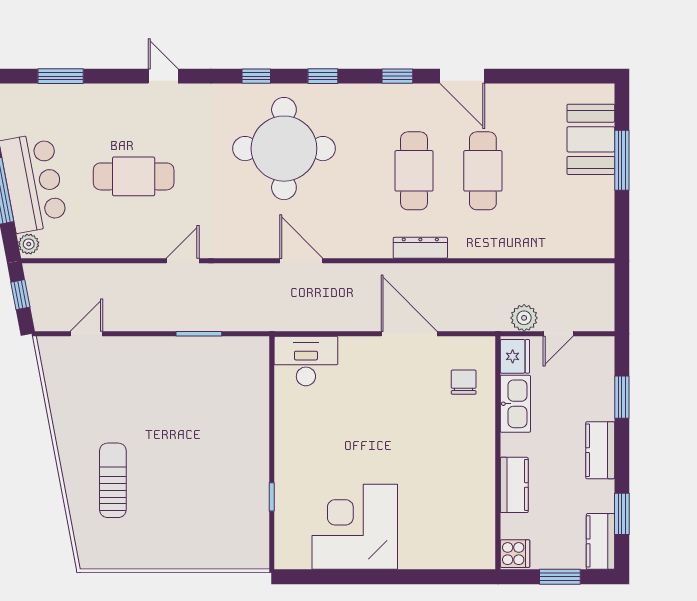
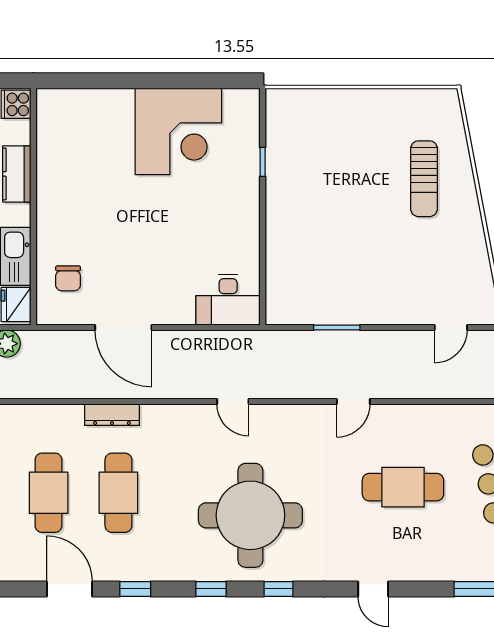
door: (301, 261) -> (233, 401), width x0.73

